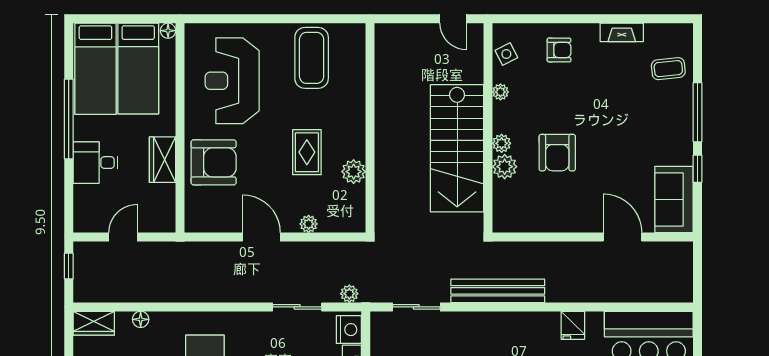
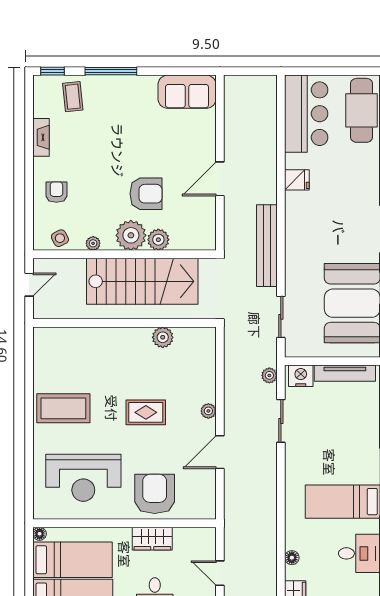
wall: (370, 128) -> (124, 323), moved
plant: (502, 143) -> (131, 235), width x1.87, depth x1.87
window: (698, 169) -> (53, 71), moved
plant: (354, 172) -> (163, 337), moved
door: (622, 237) -> (220, 179), moved

